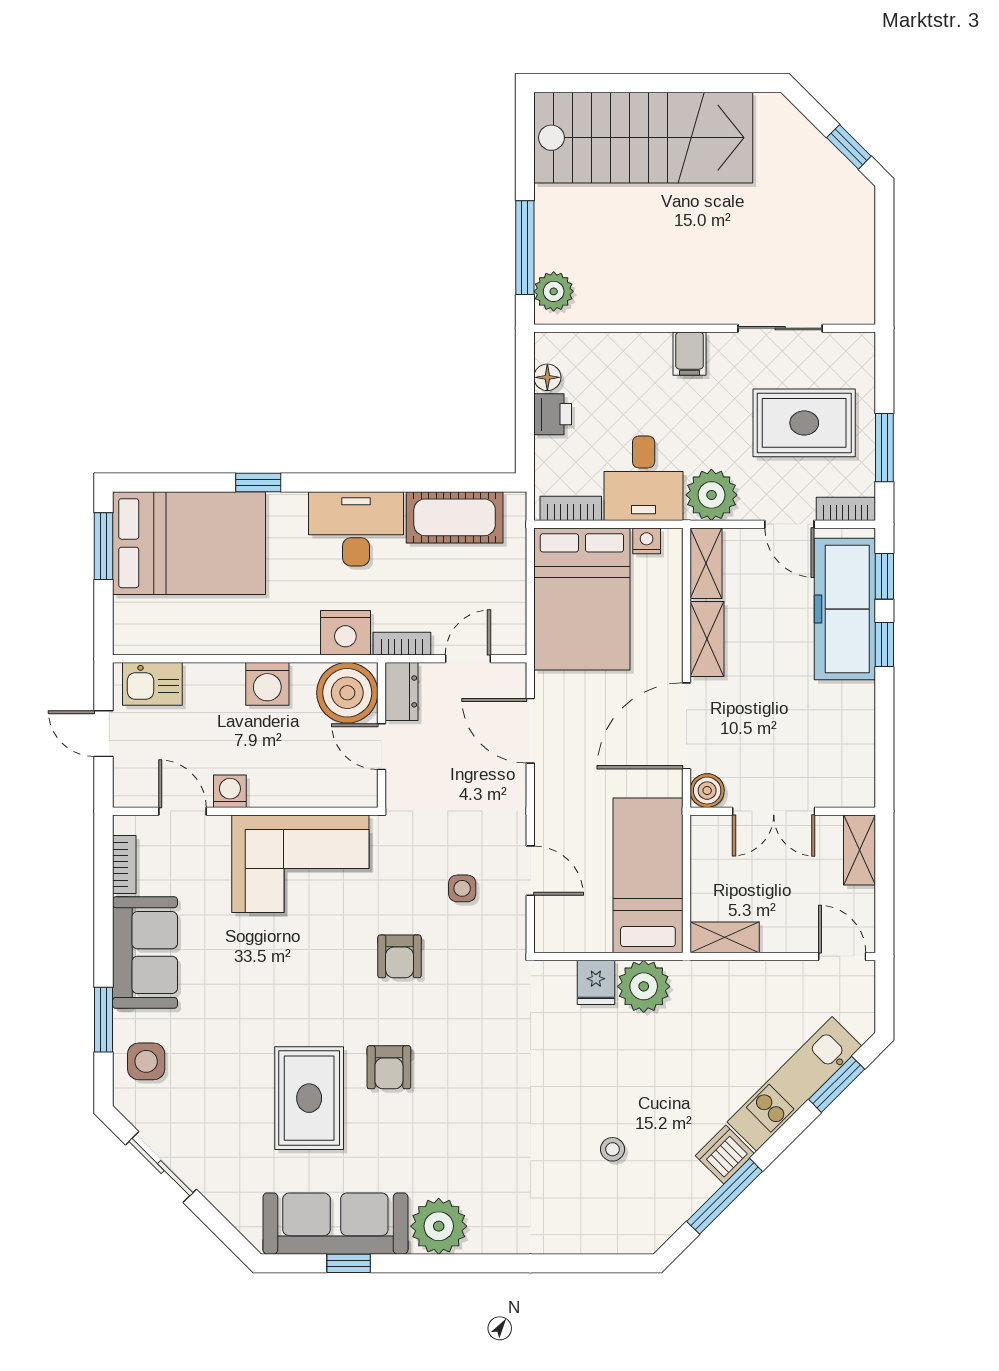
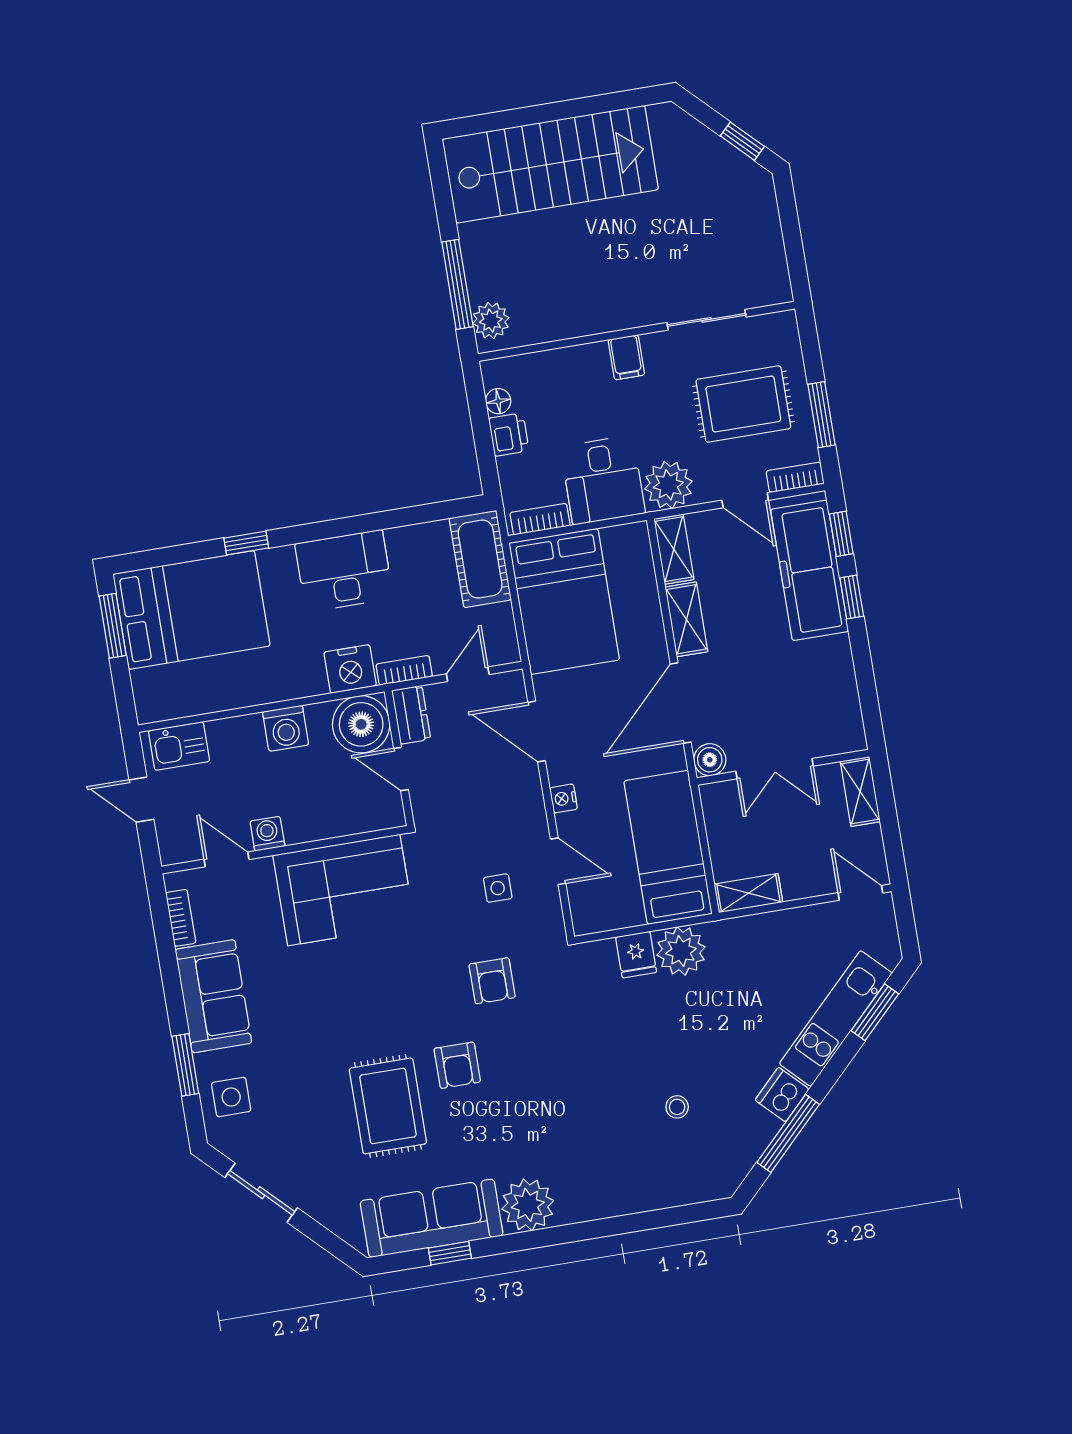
cot: (455, 517) -> (480, 559), moved, turned 90
nightstand: (647, 541) -> (564, 798), moved, turned -90
armchair: (399, 956) -> (492, 981), moved

